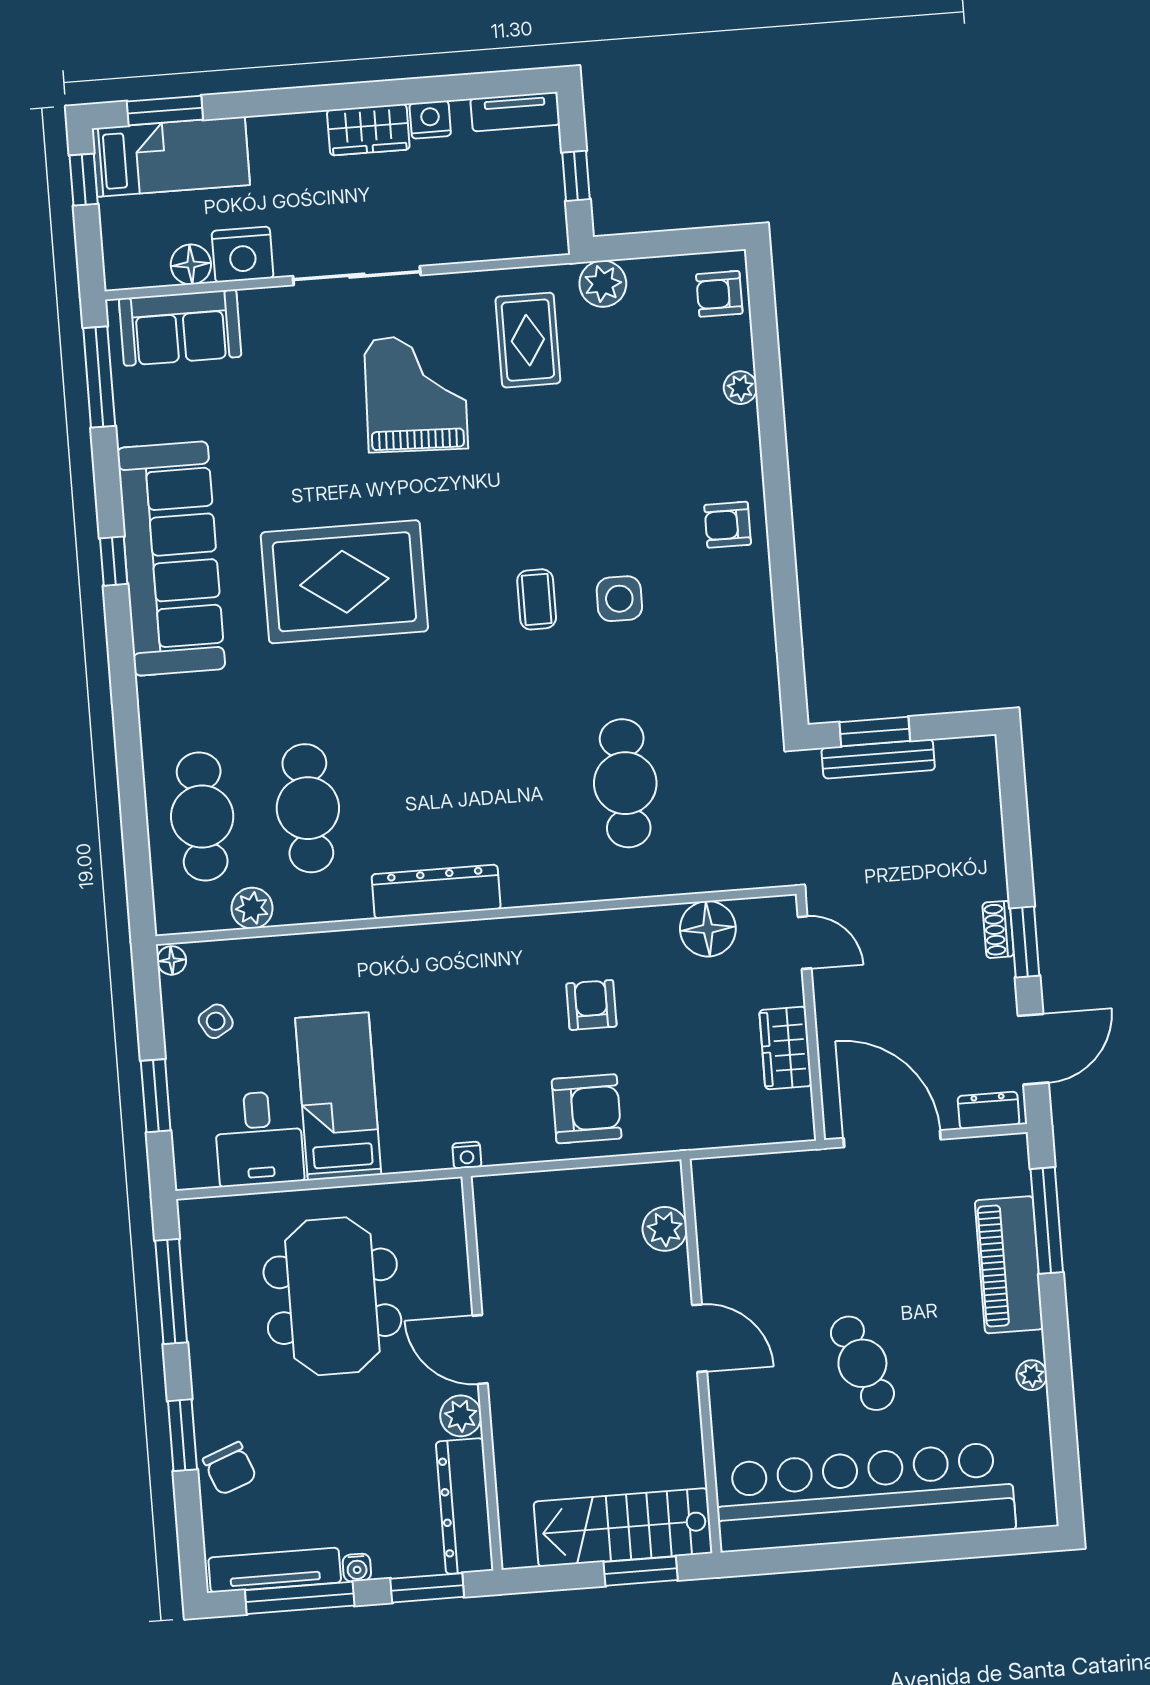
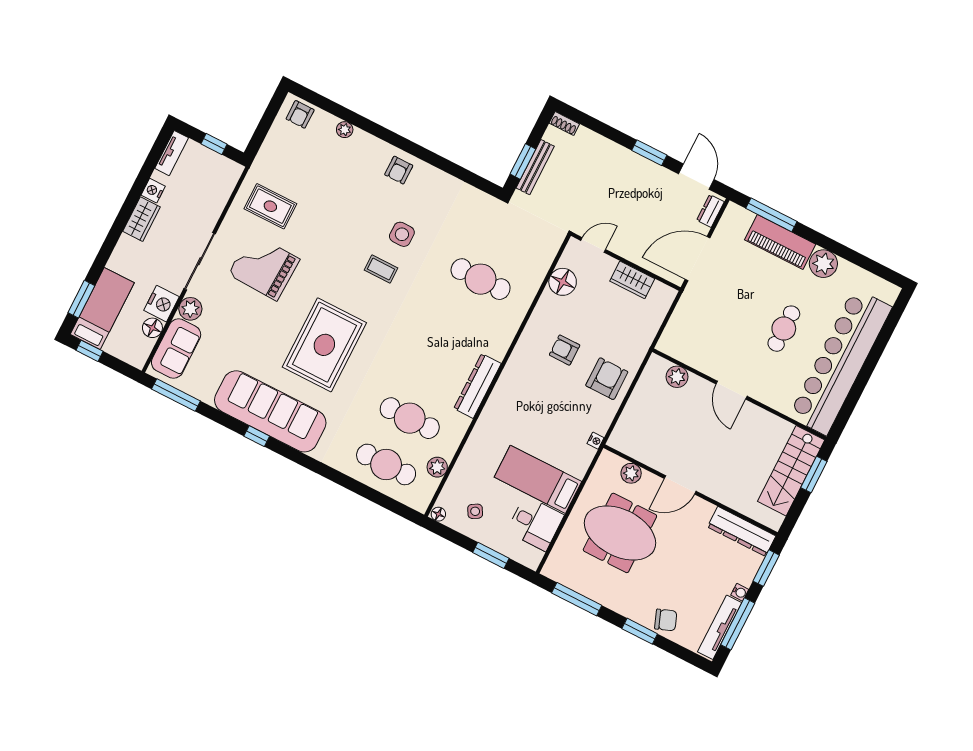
plant: (603, 284) -> (190, 309), moved
shoe rack: (998, 929) -> (564, 123), moved
door: (700, 1338) -> (732, 390), swing flipped
cafe table: (862, 1363) -> (784, 329), turned -69
plant: (1032, 1375) -> (823, 264), width x1.87, depth x1.87
plant: (461, 1416) -> (631, 473), moved

